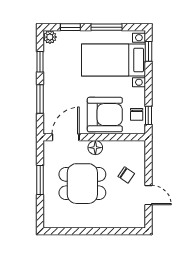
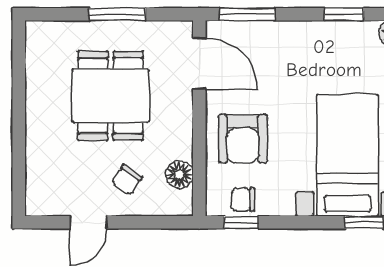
window: (40, 99) -> (247, 14), moved
armchair: (105, 115) -> (243, 139), width x0.73, depth x0.73
floor lamp: (95, 148) -> (179, 175), moved

